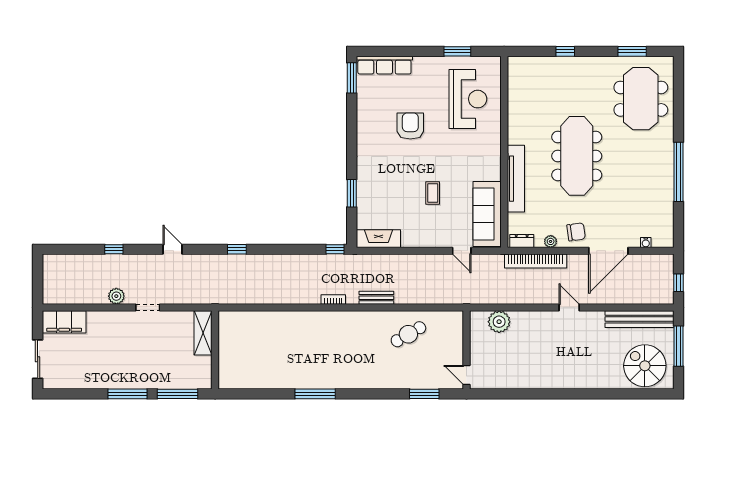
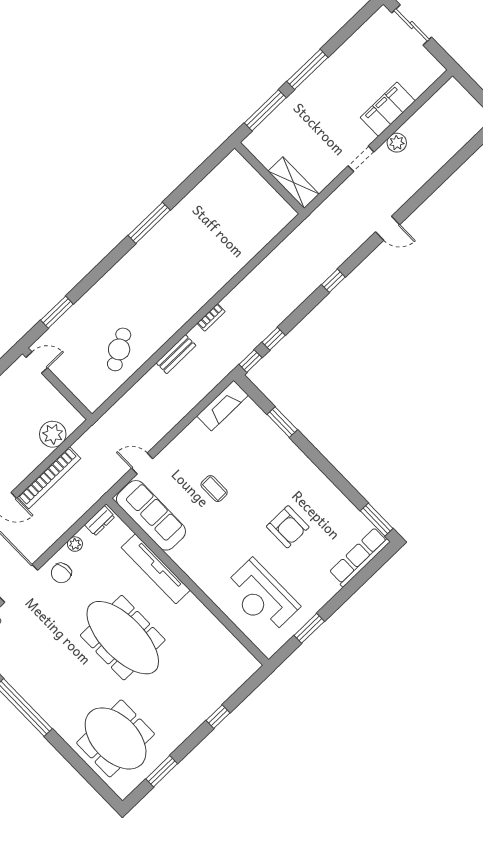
window: (114, 249) -> (274, 339), moved
bookcase: (536, 261) -> (49, 478), moved, turned 180
filing cabinet: (64, 322) -> (388, 109), moved

